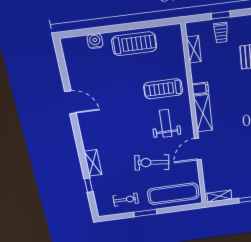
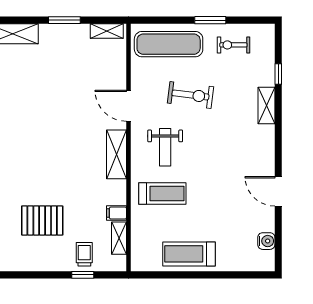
water cooler: (95, 41) -> (266, 241), moved, turned -90
filing cabinet: (200, 89) -> (117, 213), moved
door: (198, 149) -> (128, 106), swing flipped

